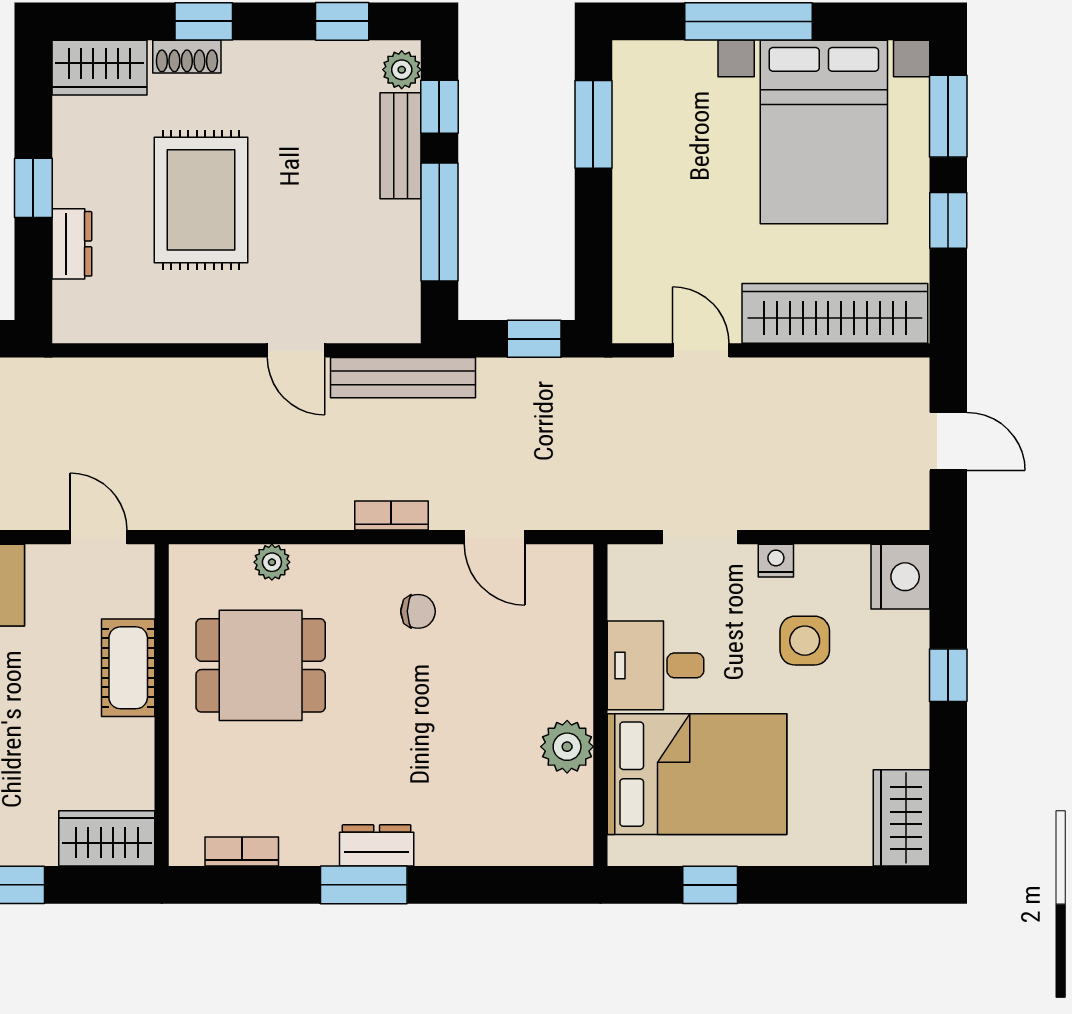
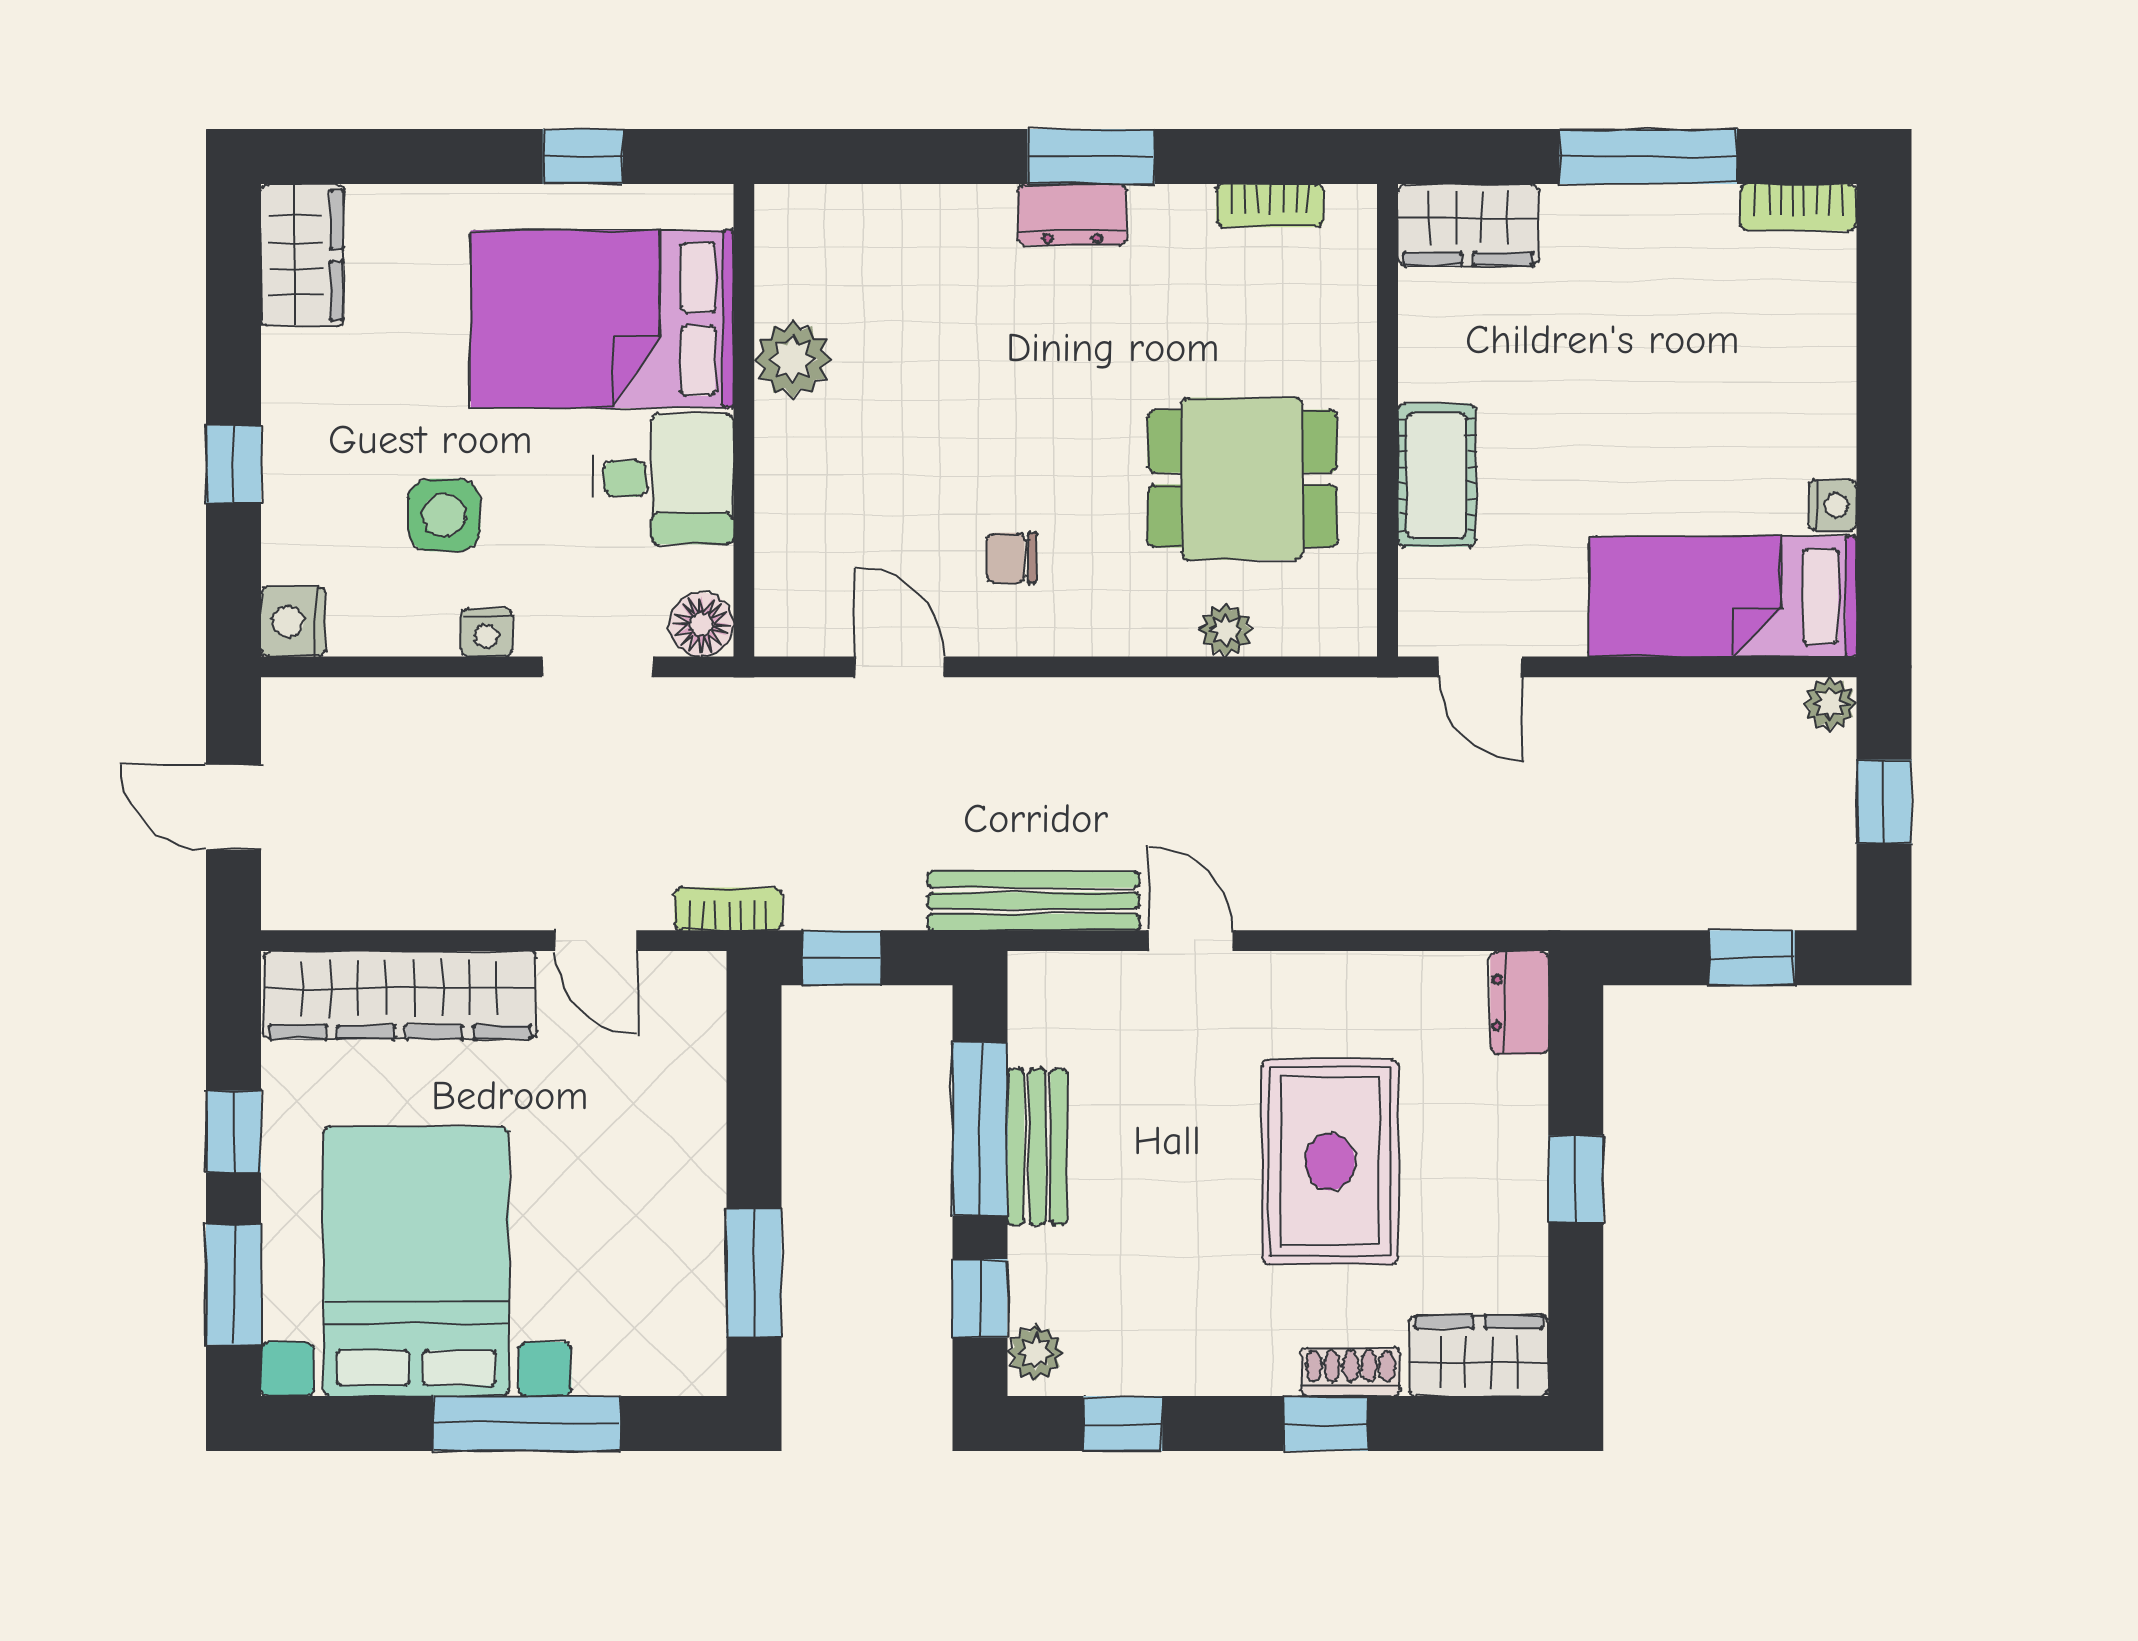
bench: (400, 146) -> (1037, 1147), moved
dresser: (72, 244) -> (1519, 1003), moved
bookcase: (391, 516) -> (728, 909), moved, turned 180
floor lamp: (629, 566) -> (701, 624), added
nightstand: (900, 577) -> (293, 621), width x0.74, depth x0.75

